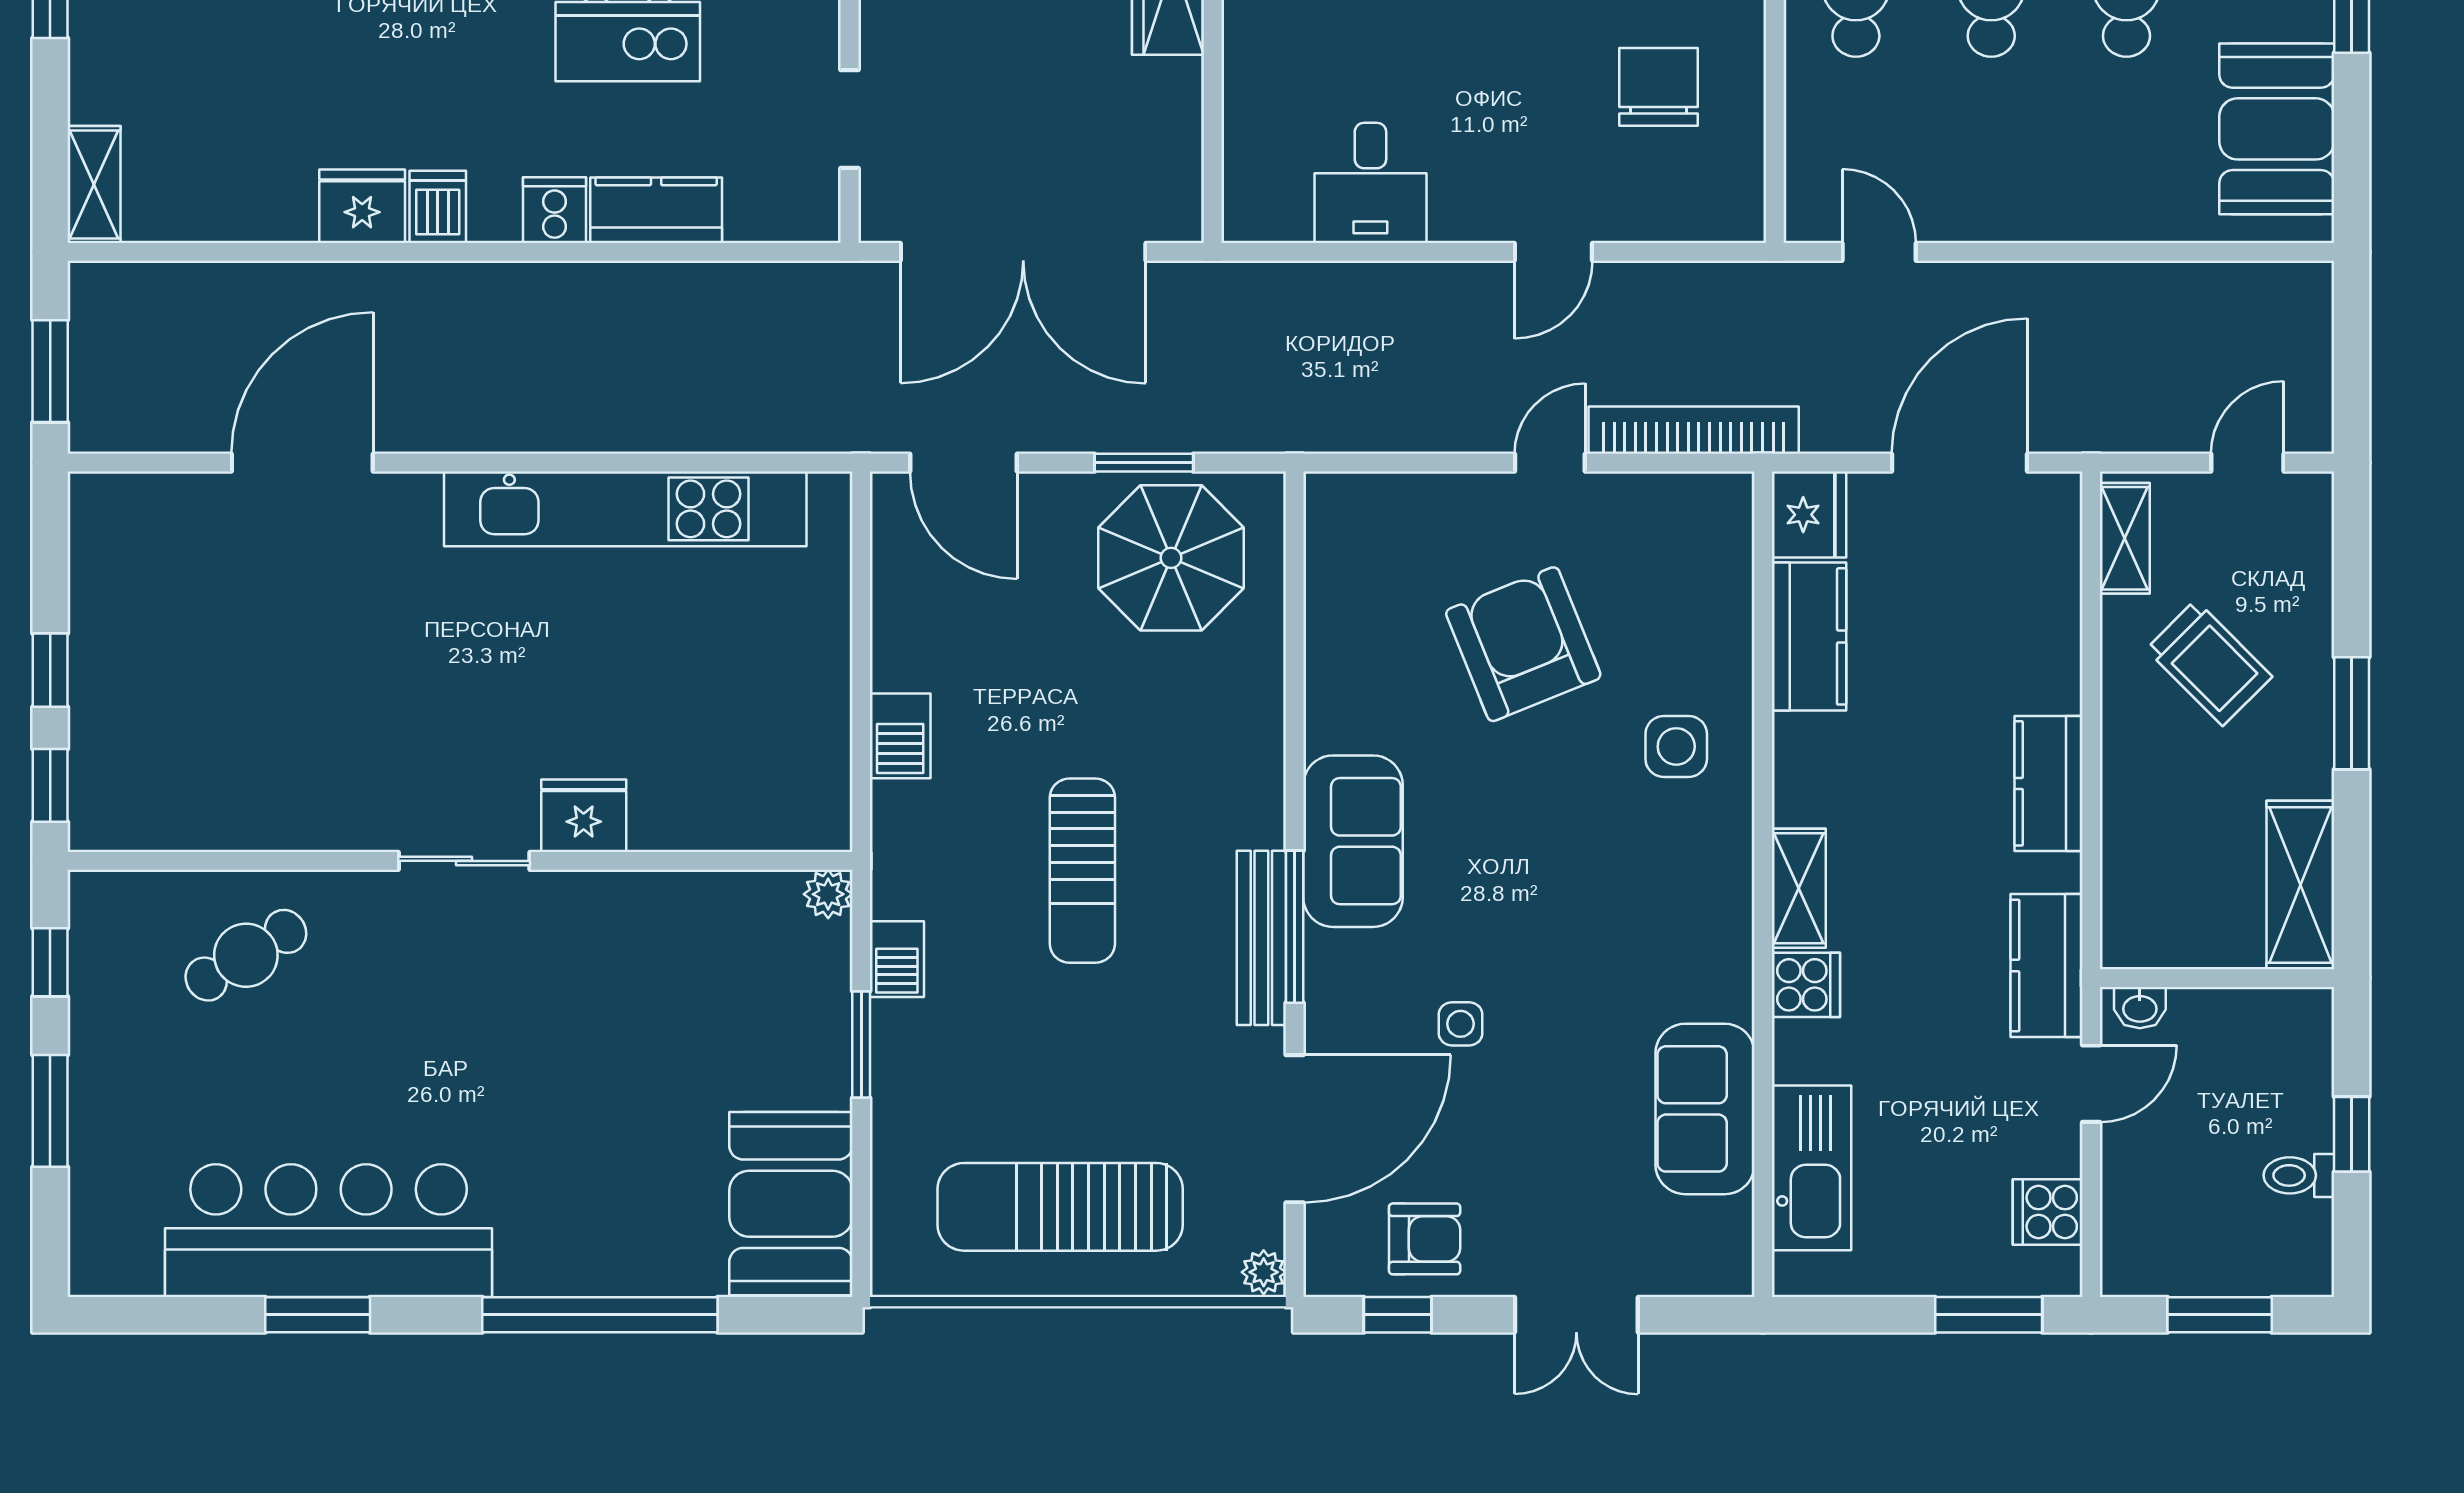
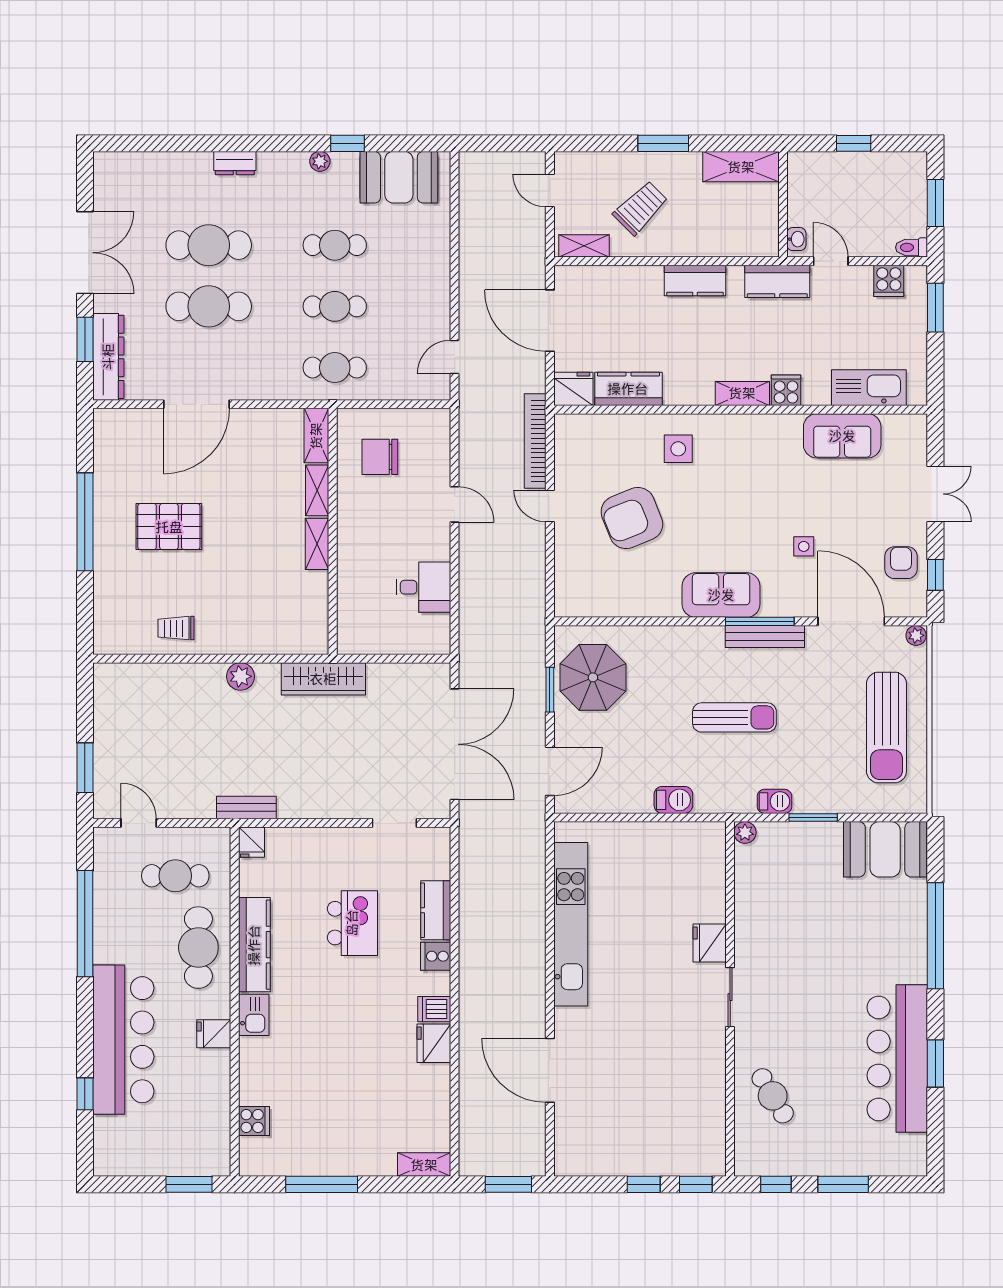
toilet: (2299, 1175) -> (911, 247), moved, turned 90

